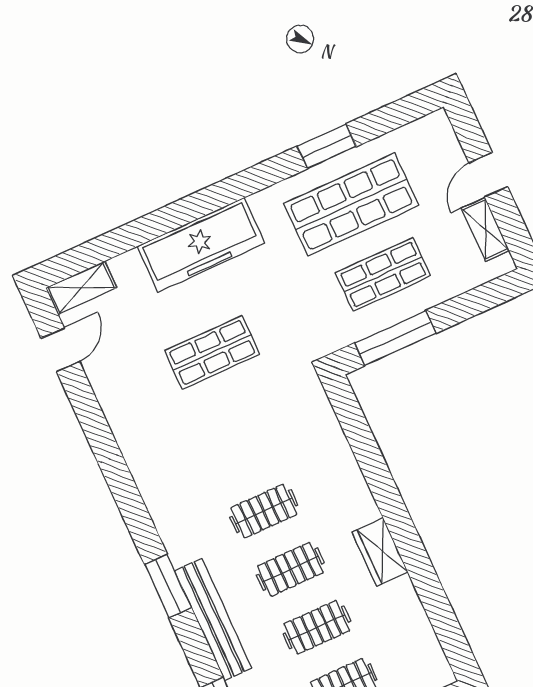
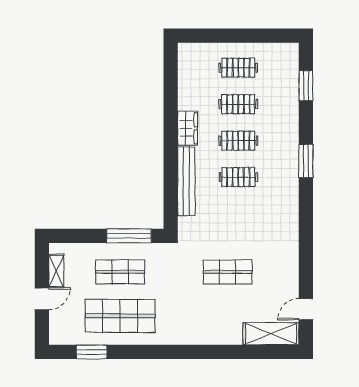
window: (327, 146) -> (92, 352), moved
freezer: (201, 245) -> (208, 330), removed
shelving: (81, 288) -> (271, 334), width x1.50, depth x1.33
bench: (213, 620) -> (186, 181), moved

